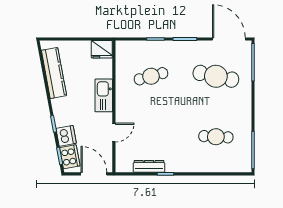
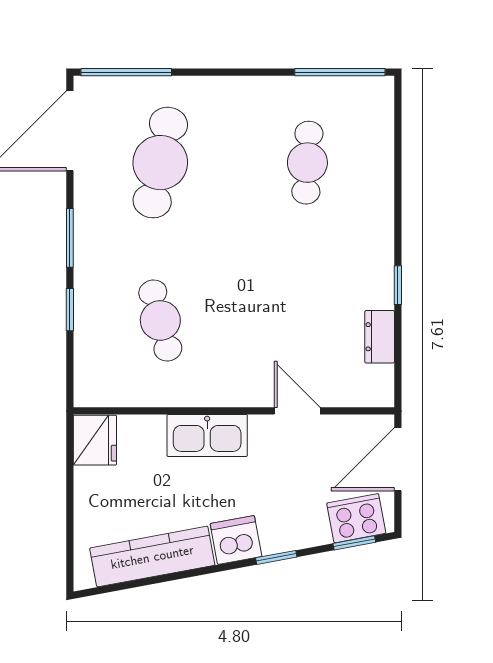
dishwasher: (66, 136) -> (236, 540), moved
dresser: (149, 166) -> (380, 337), width x0.70

